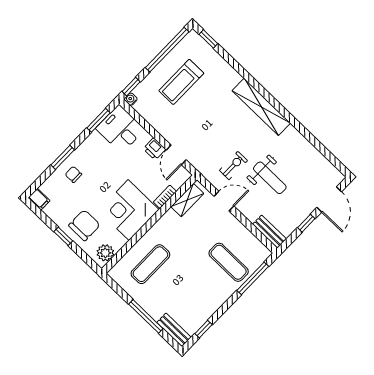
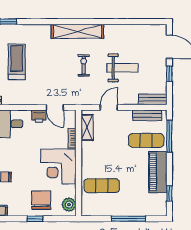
treadmill: (181, 82) -> (17, 62), turned 180
exercise bike: (233, 166) -> (84, 65), moved
exercise mat: (150, 264) -> (102, 186), turned 90
piano: (212, 300) -> (158, 172), added
bench: (174, 330) -> (147, 115), moved

